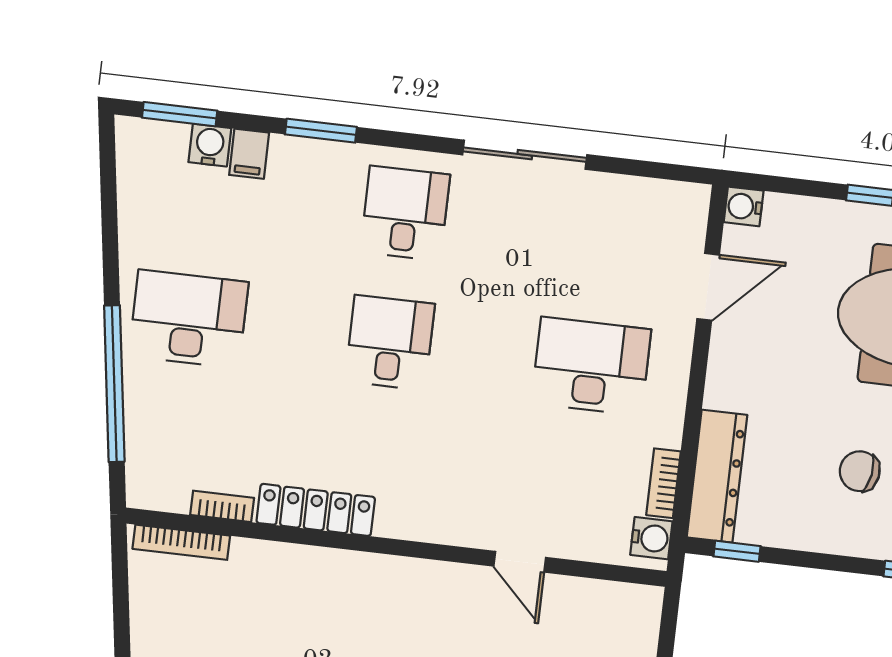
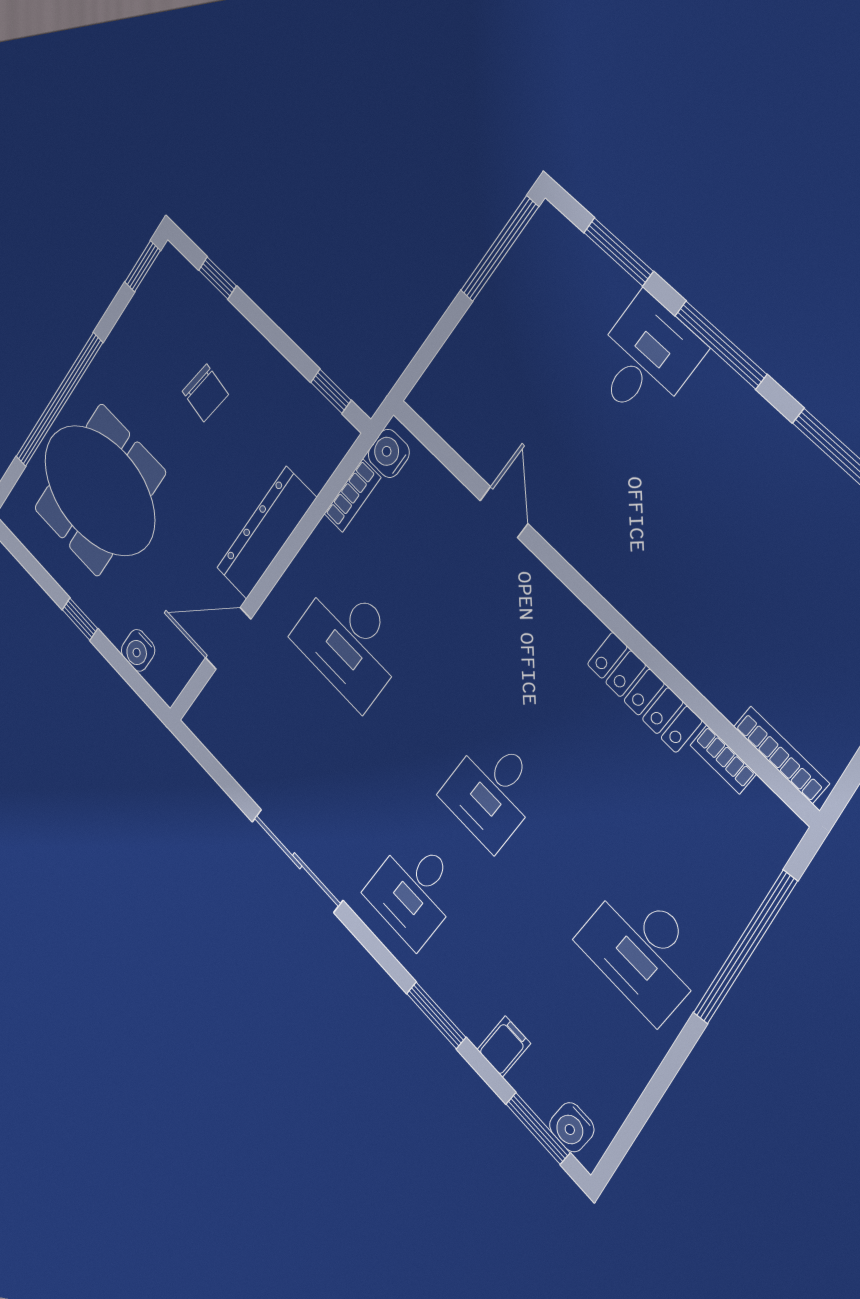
water cooler: (210, 145) -> (572, 1127), moved
water cooler: (744, 206) -> (138, 650), moved, turned 90
dresser: (717, 476) -> (266, 533), moved

